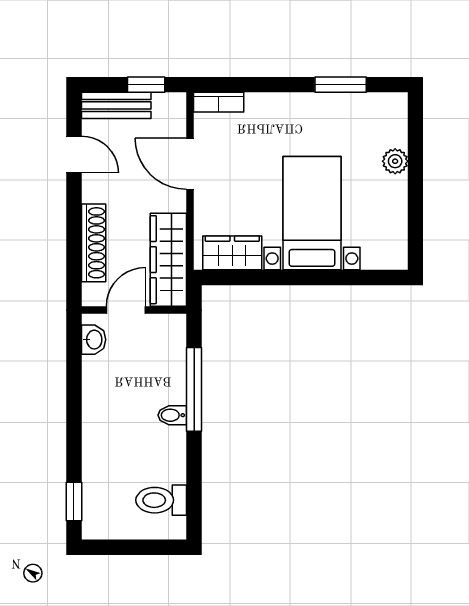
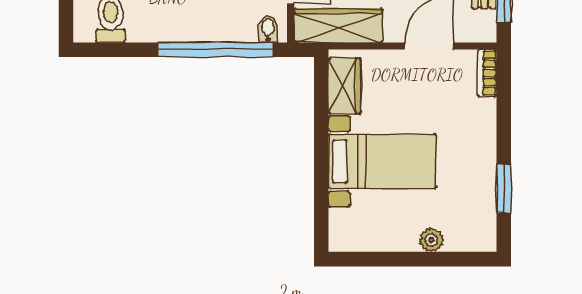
window: (194, 389) -> (215, 50), width x1.46
bidet: (172, 415) -> (268, 29), moved

